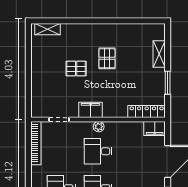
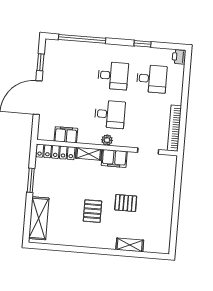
shelving: (48, 29) -> (130, 245), moved
shelving: (159, 54) -> (39, 218), width x1.50, depth x1.33
shelving: (115, 112) -> (89, 154), added
filing cabinet: (155, 128) -> (66, 135), moved

